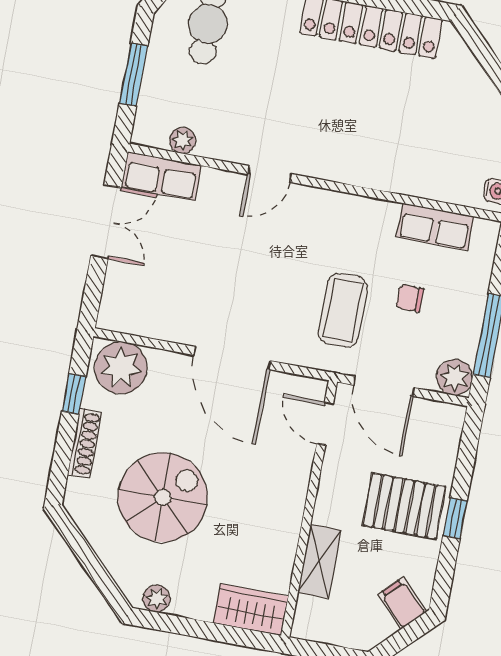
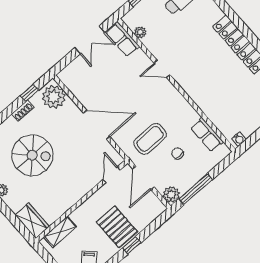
door: (232, 358) -> (97, 125), swing flipped
shoe rack: (85, 443) -> (23, 111), width x0.70
shelving: (319, 561) -> (60, 232), moved

